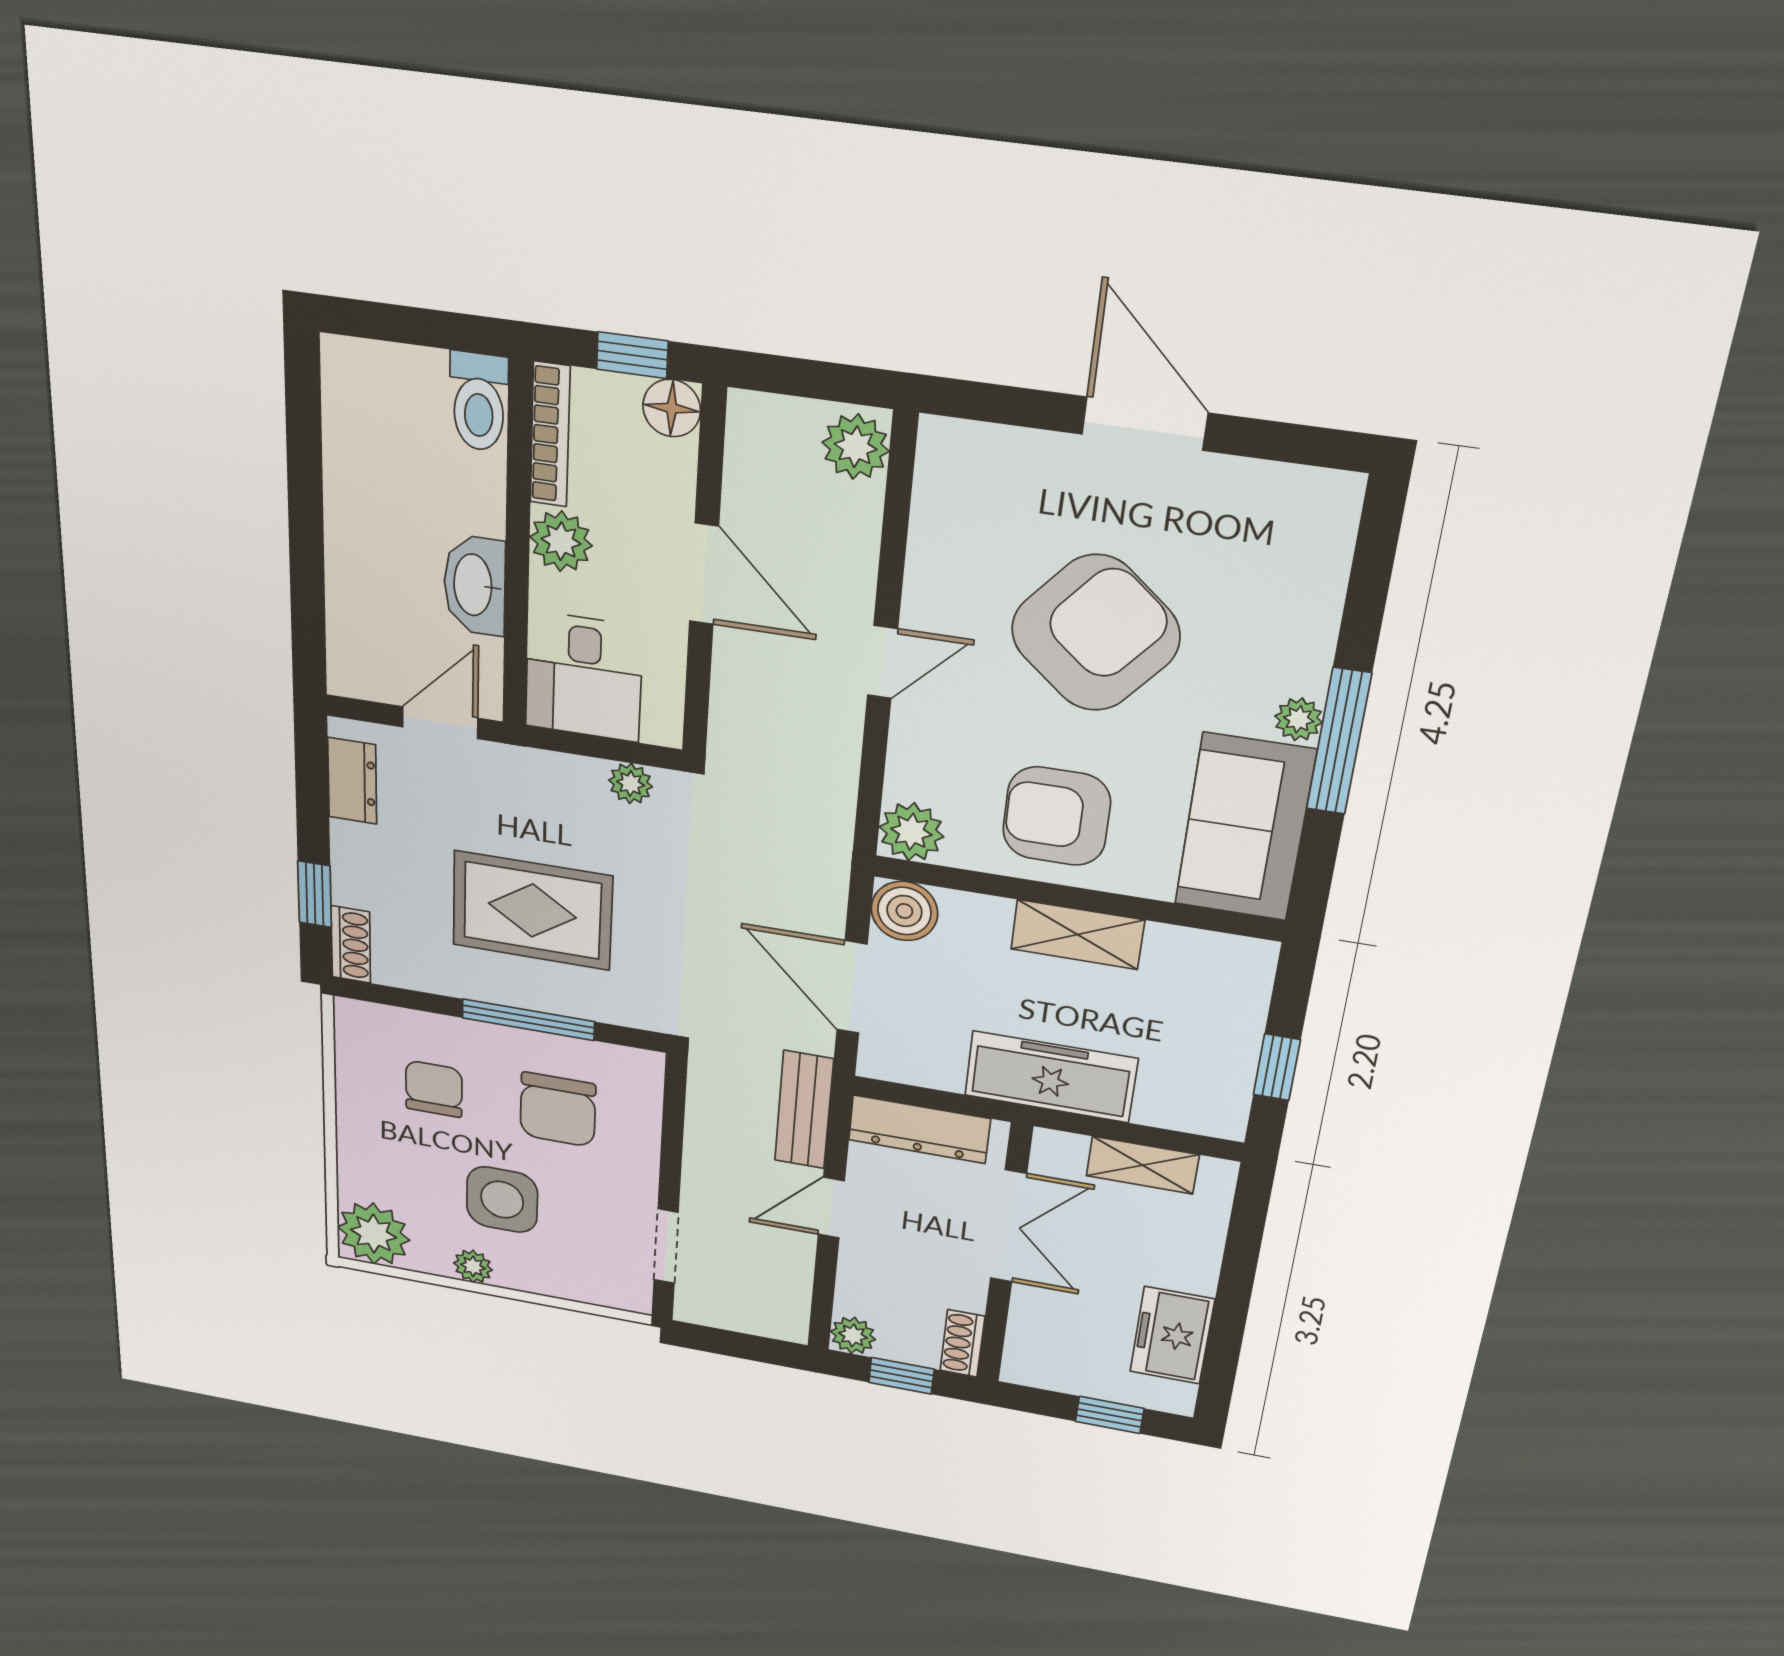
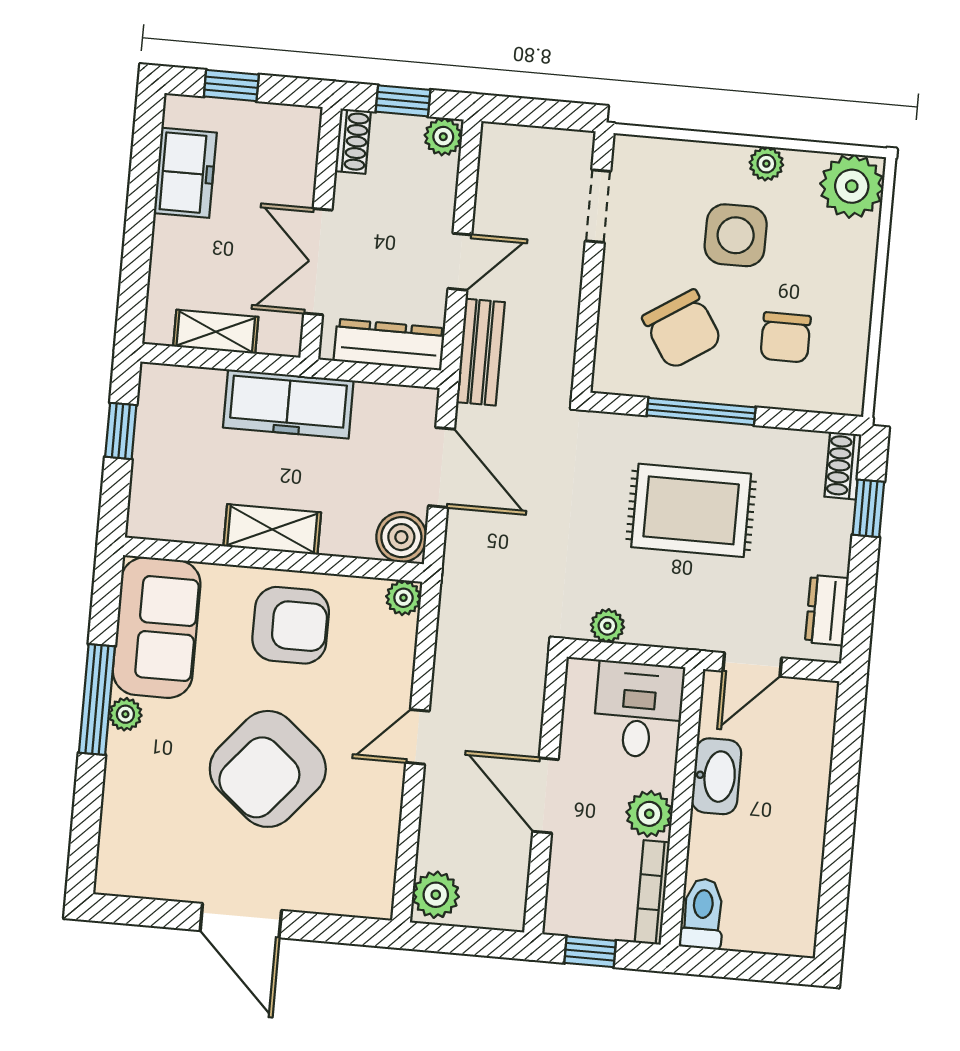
floor lamp: (672, 408) -> (564, 916), removed
plant: (911, 832) -> (403, 598), width x0.73, depth x0.73
chair: (558, 1110) -> (682, 329), turned 147

